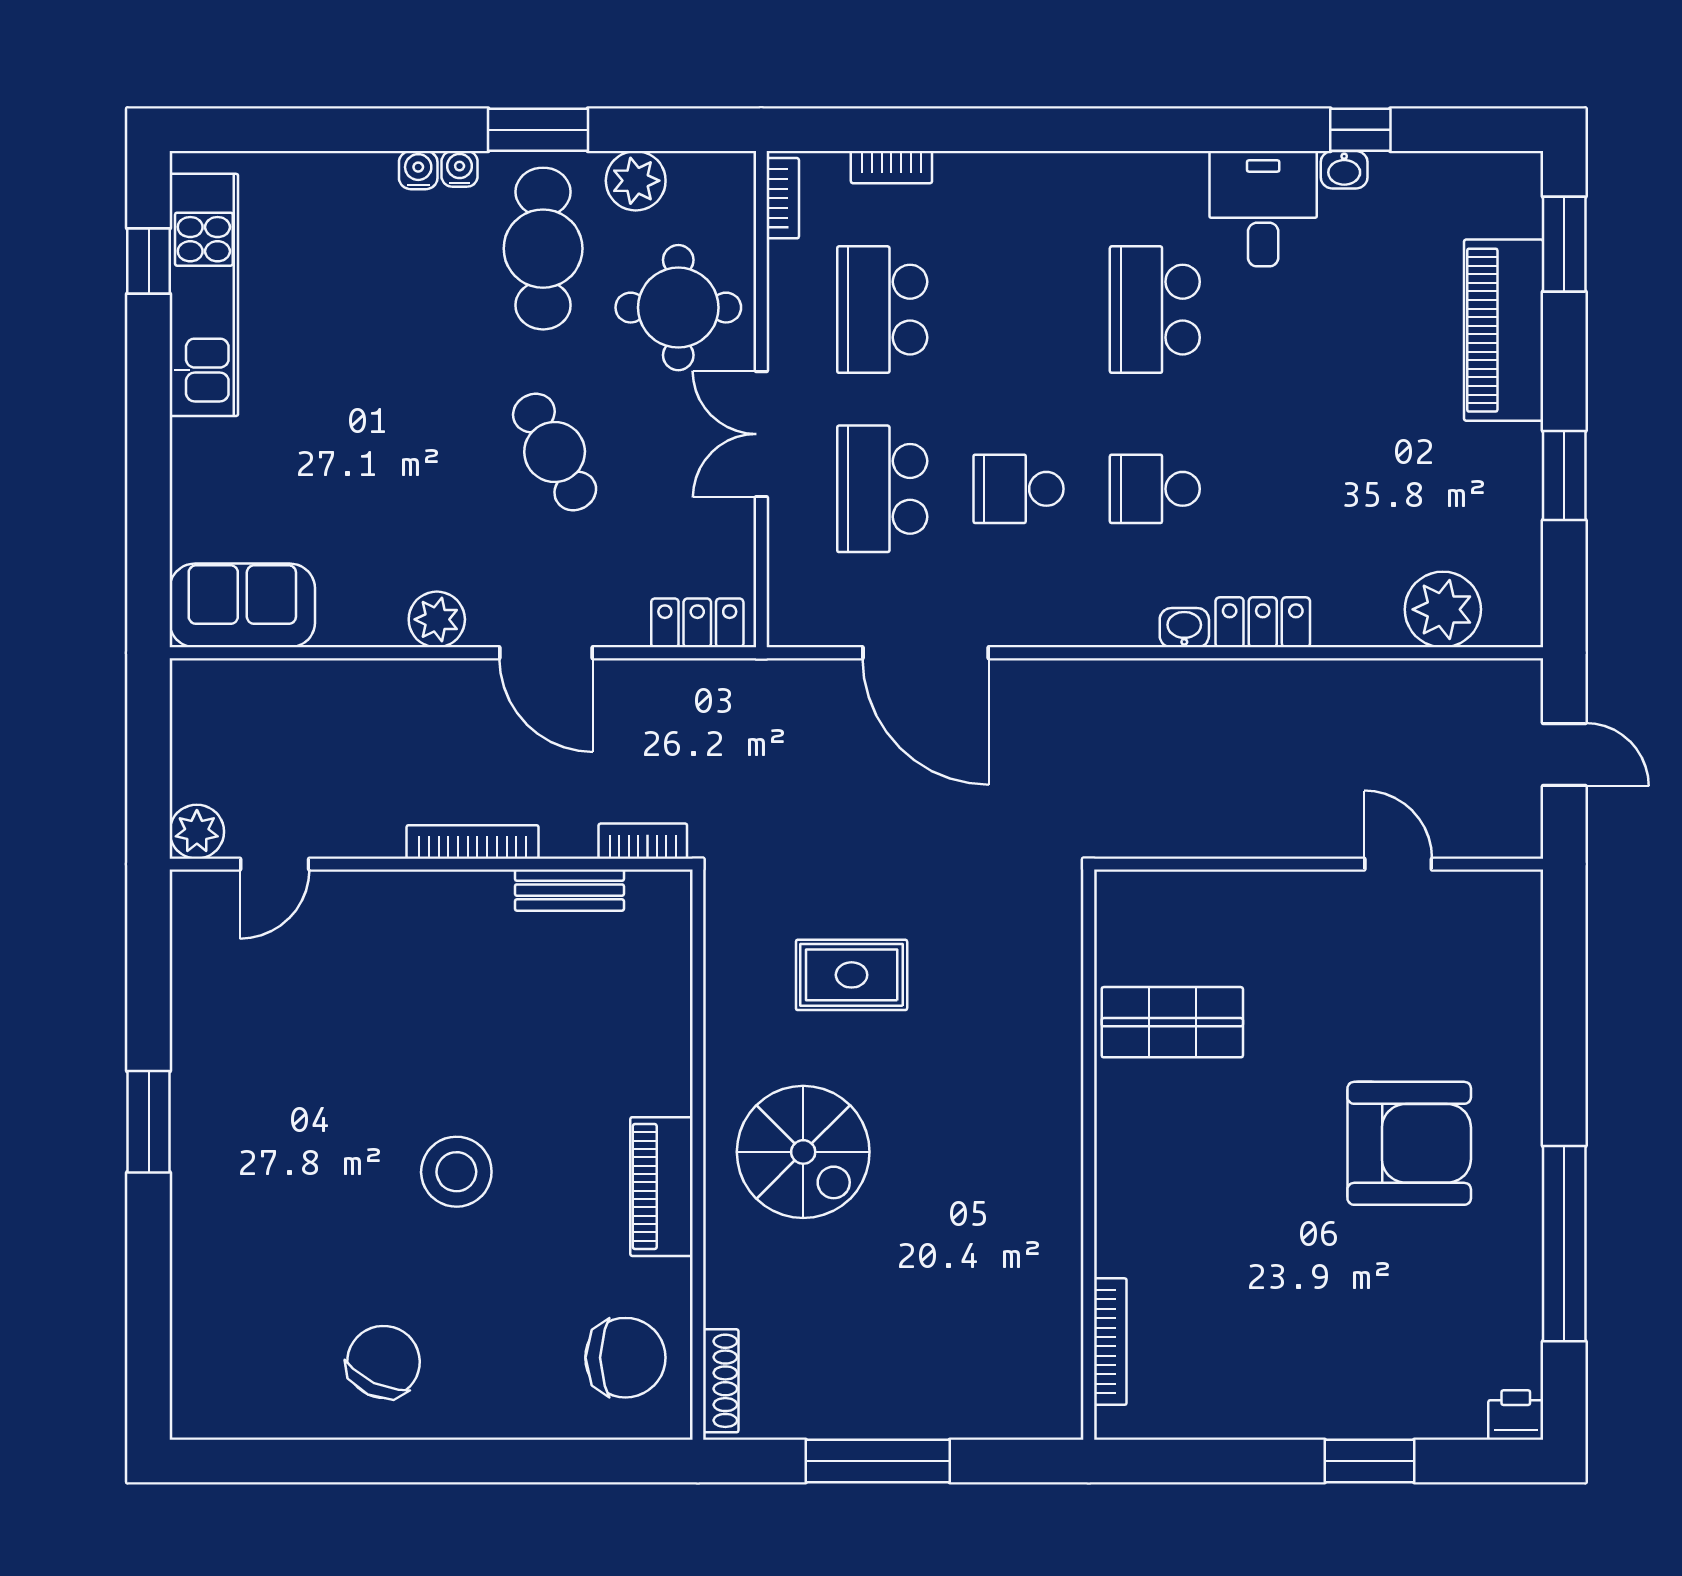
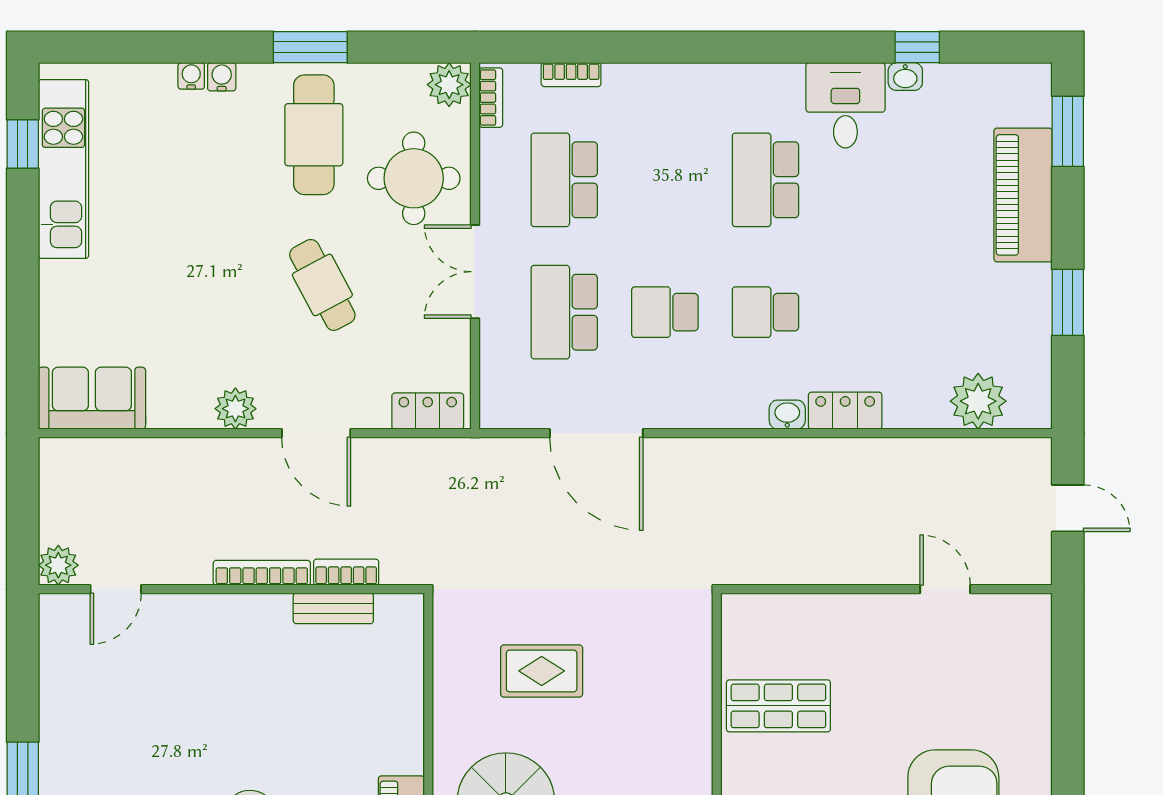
water cooler: (460, 169) -> (191, 76), moved
plant: (636, 181) -> (449, 85), moved
bookcase: (643, 841) -> (346, 572), moved

